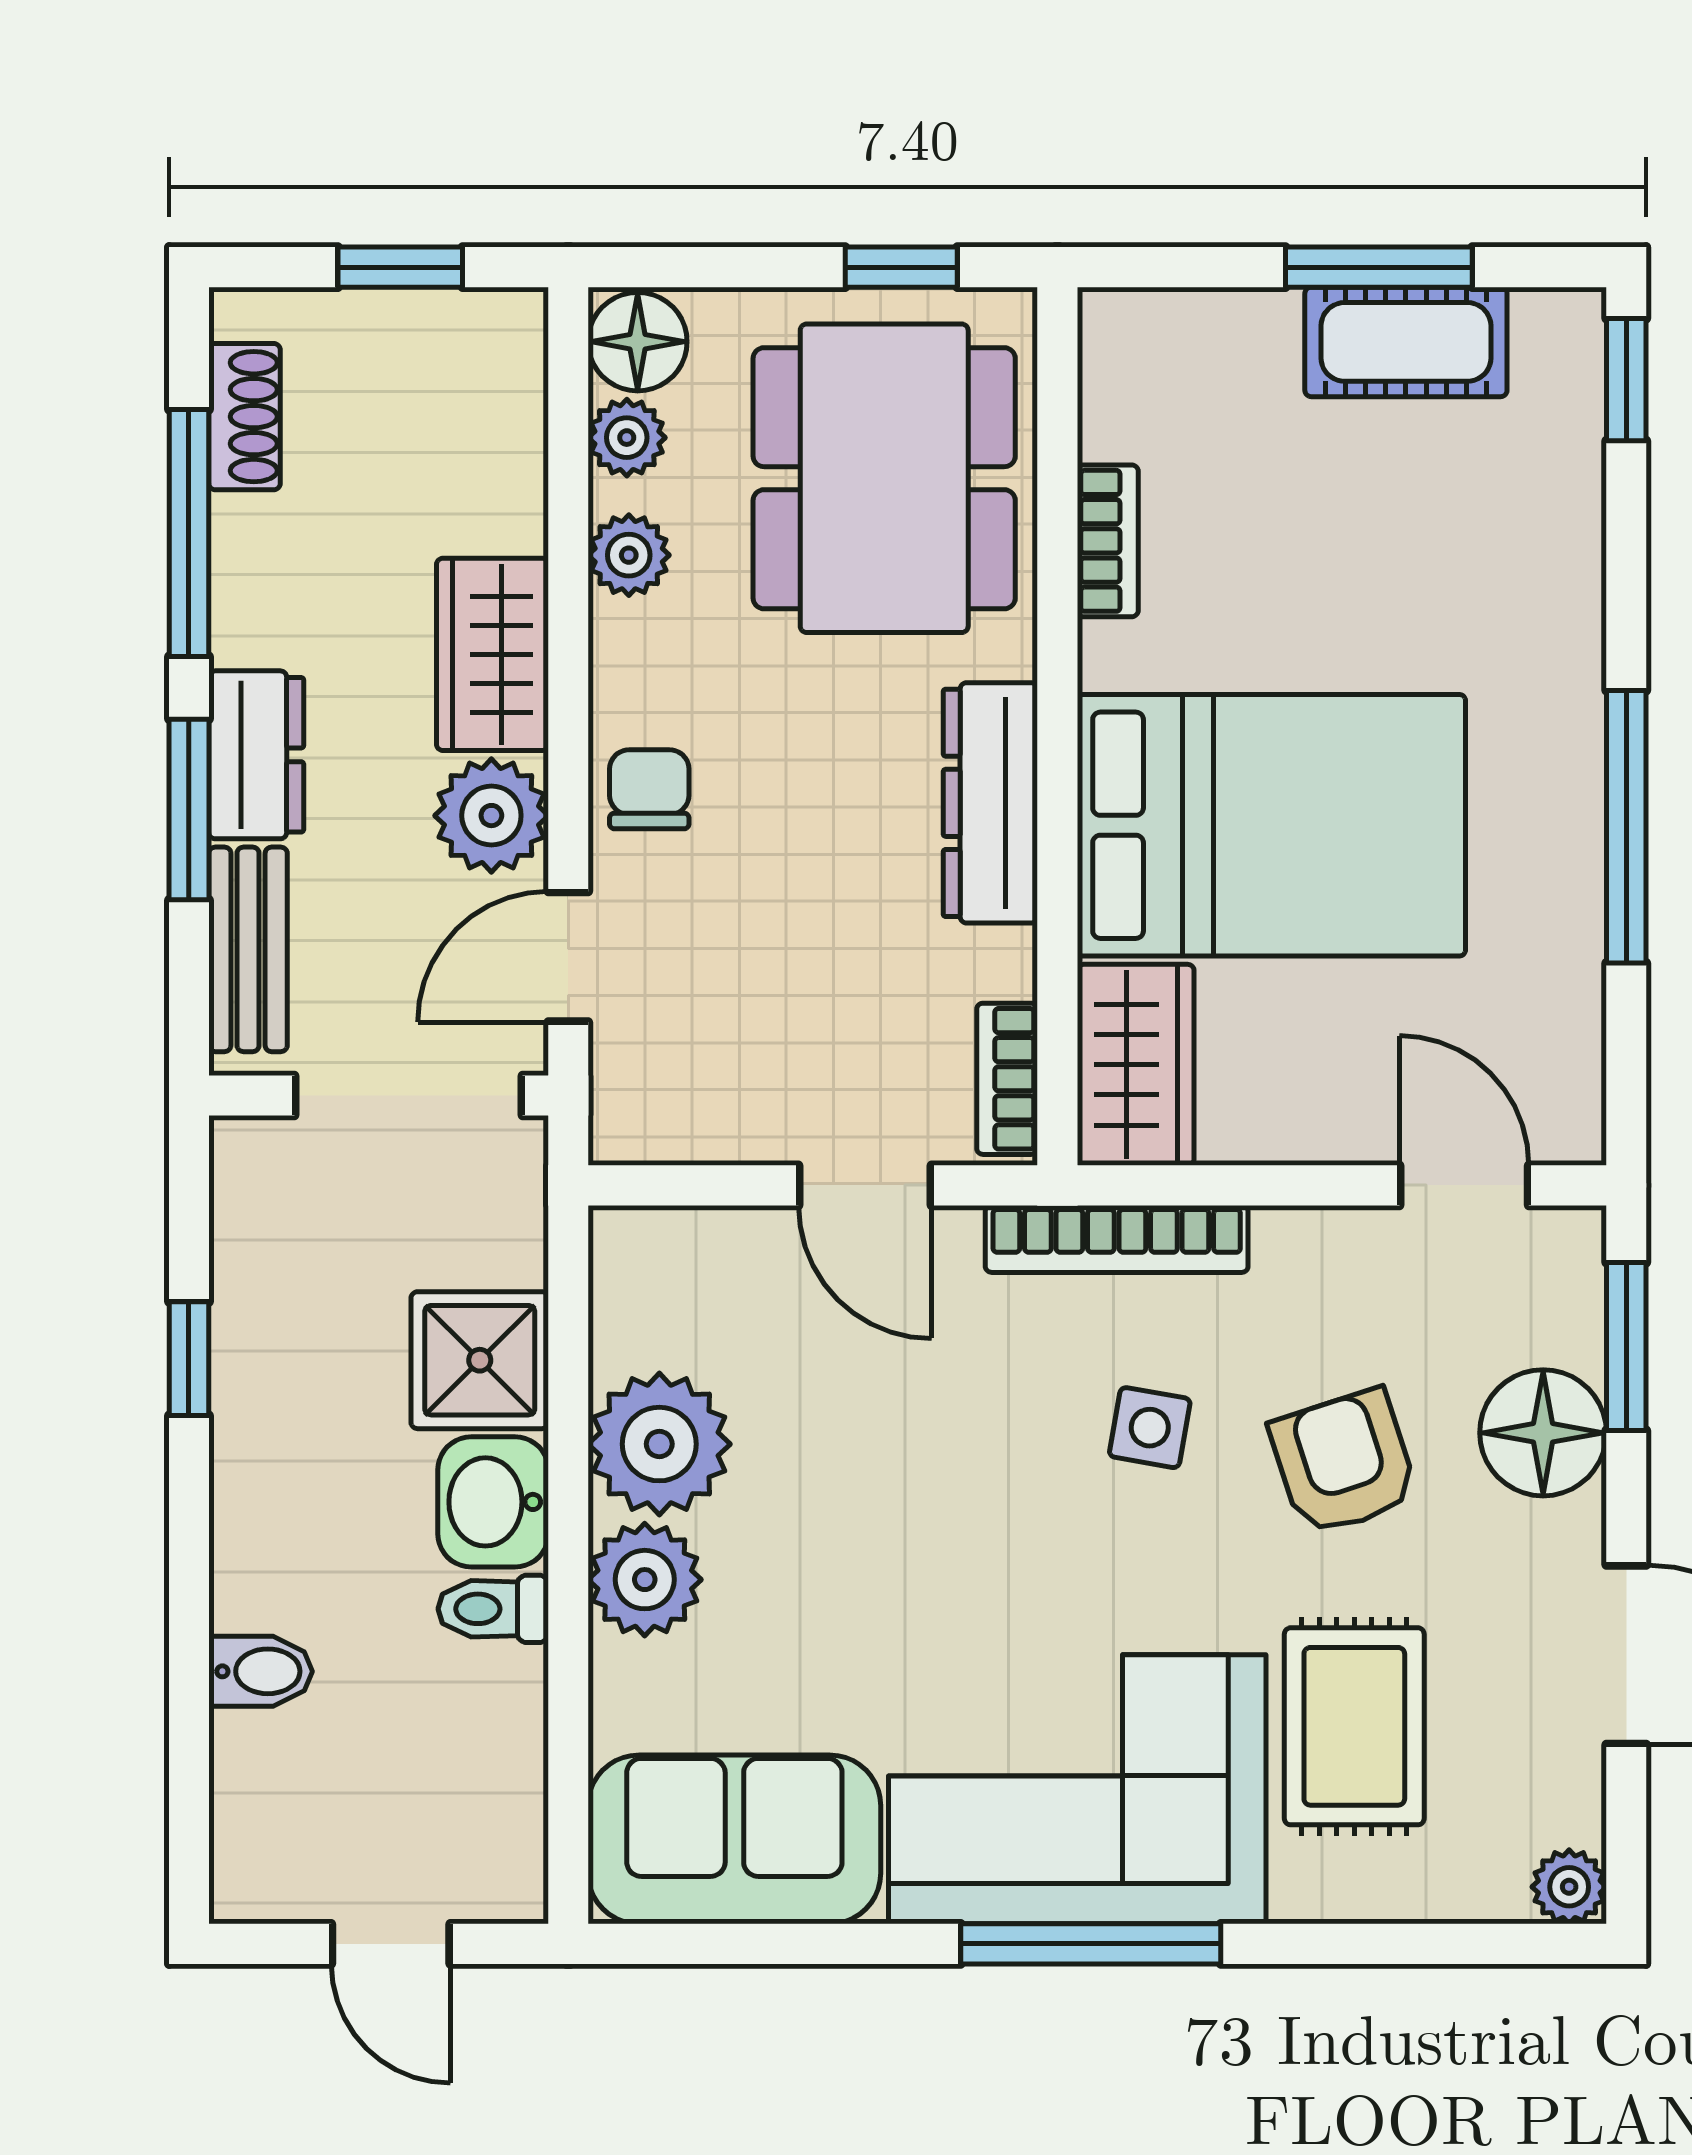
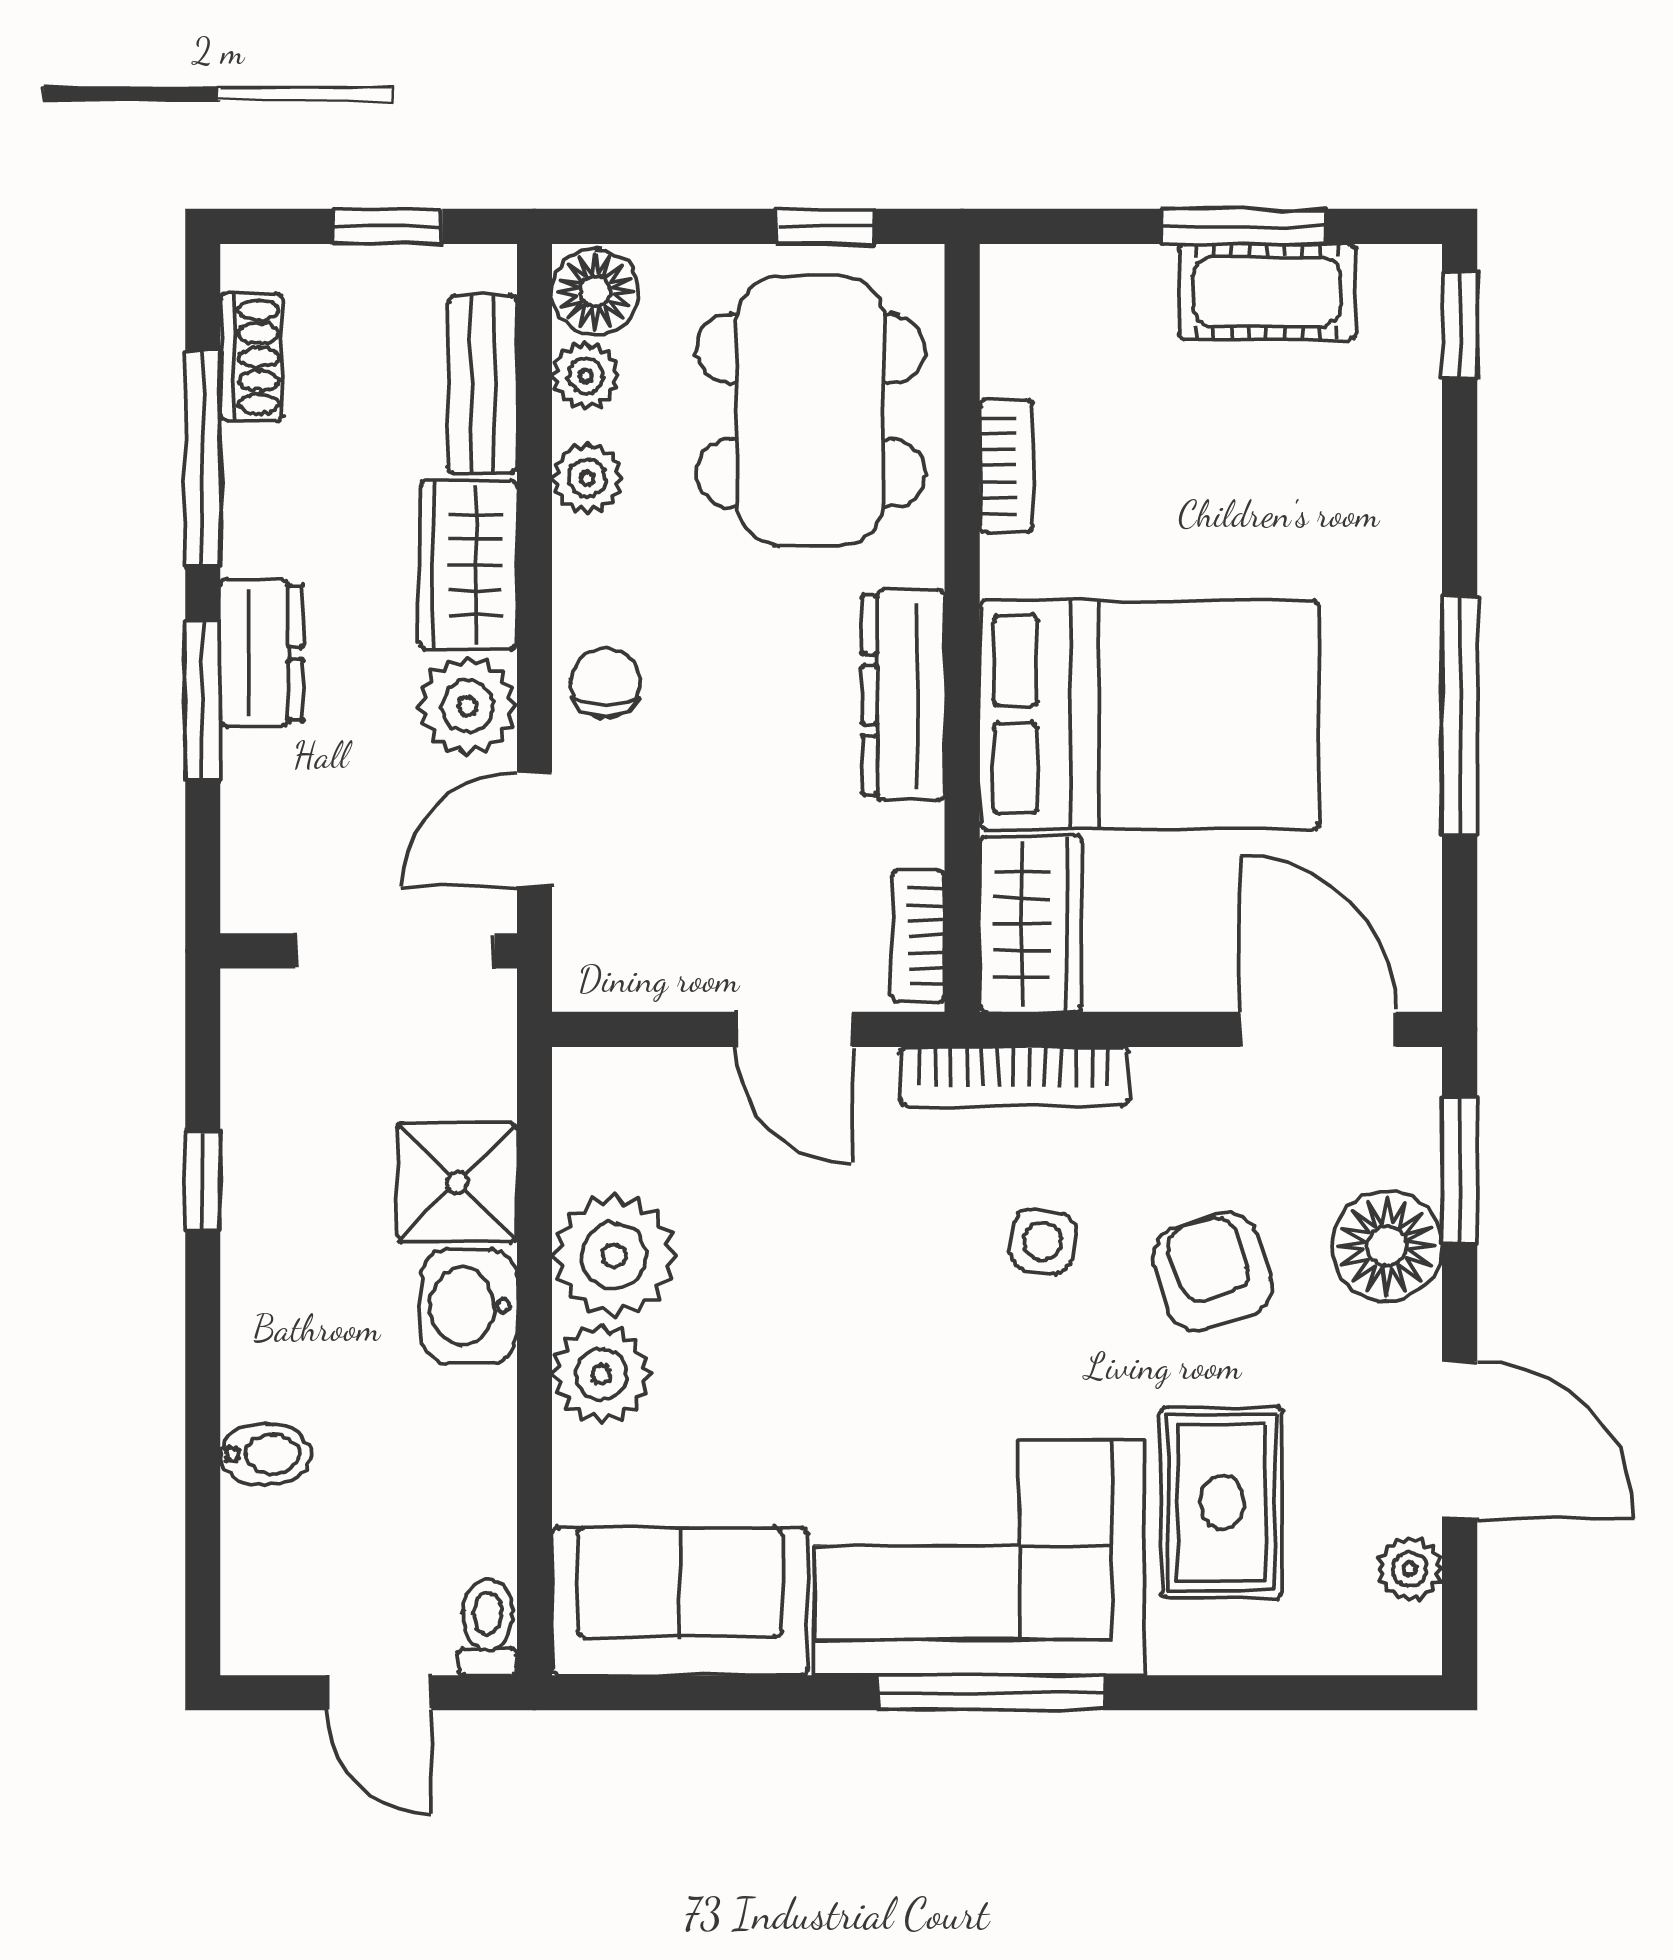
bench: (248, 949) -> (483, 384), moved
door: (1464, 1185) -> (1318, 1029), width x1.38
toilet: (493, 1609) -> (487, 1627), moved, turned 90
plant: (1569, 1887) -> (1410, 1569), moved

